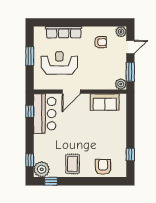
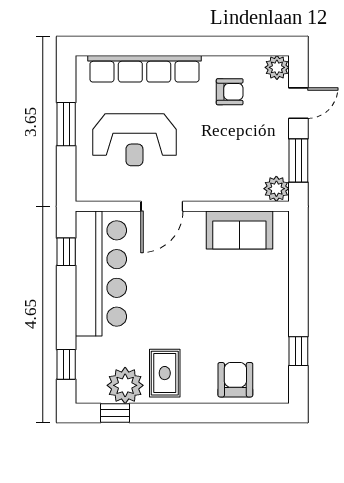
row of seats: (64, 32) -> (144, 69), width x1.36
reception desk: (59, 63) -> (134, 140), turned 180
bar counter: (45, 114) -> (101, 273), width x1.36
plant: (42, 169) -> (125, 385), moved

